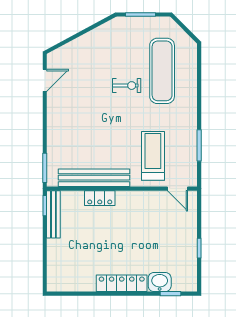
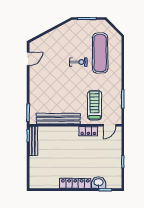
door: (177, 189) -> (110, 125), hinge flipped
locker: (100, 198) -> (88, 131), moved

